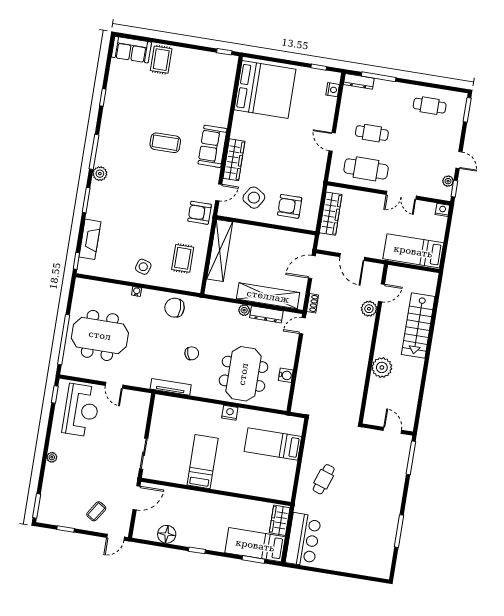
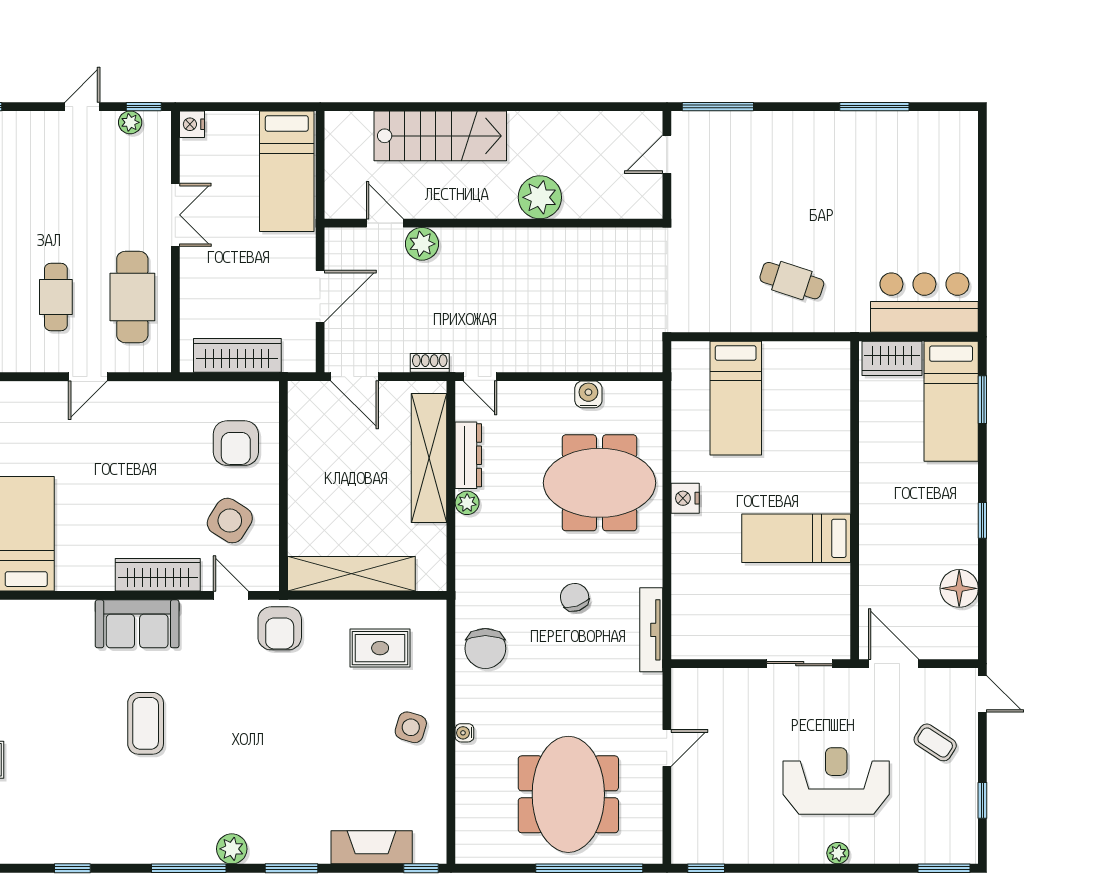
reception desk: (81, 410) -> (836, 781), moved

